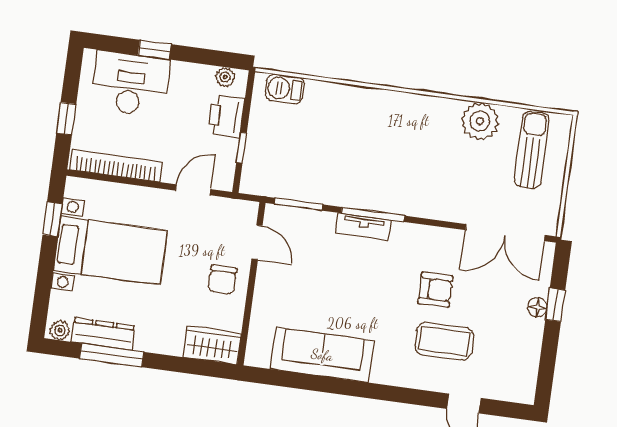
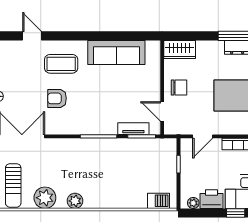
plant: (429, 109) -> (75, 201), added
printer: (226, 116) -> (211, 199), moved, turned -90
tv unit: (364, 227) -> (133, 129), moved
chair: (222, 280) -> (179, 88), turned 90
coffee table: (444, 341) -> (61, 64), moved

